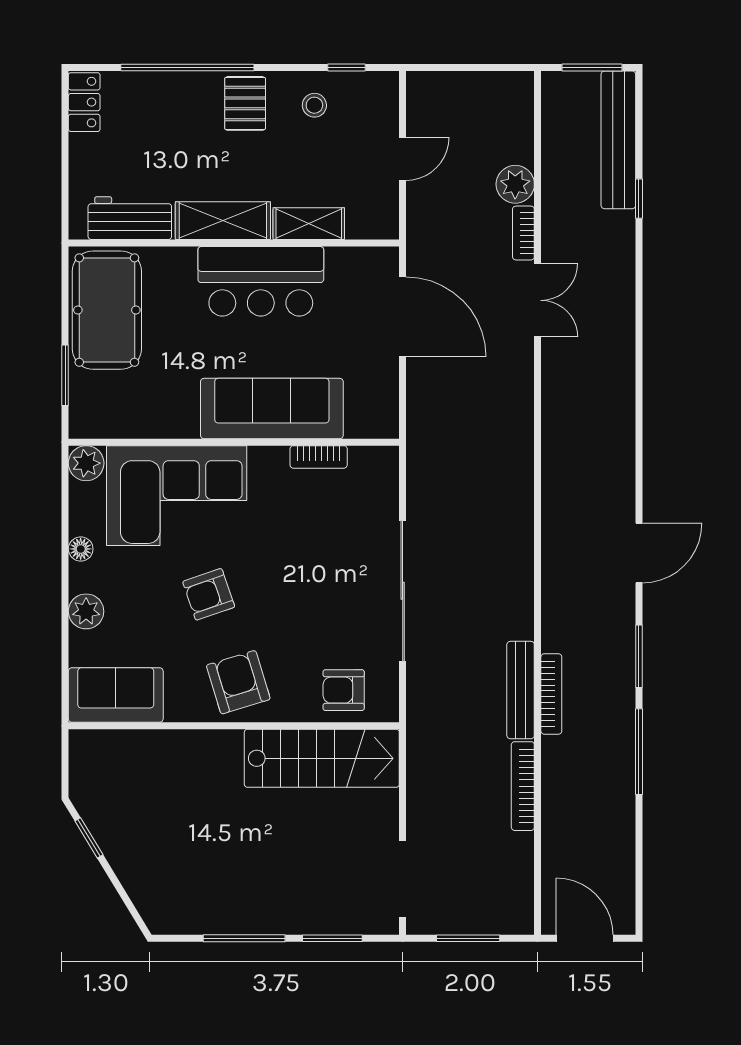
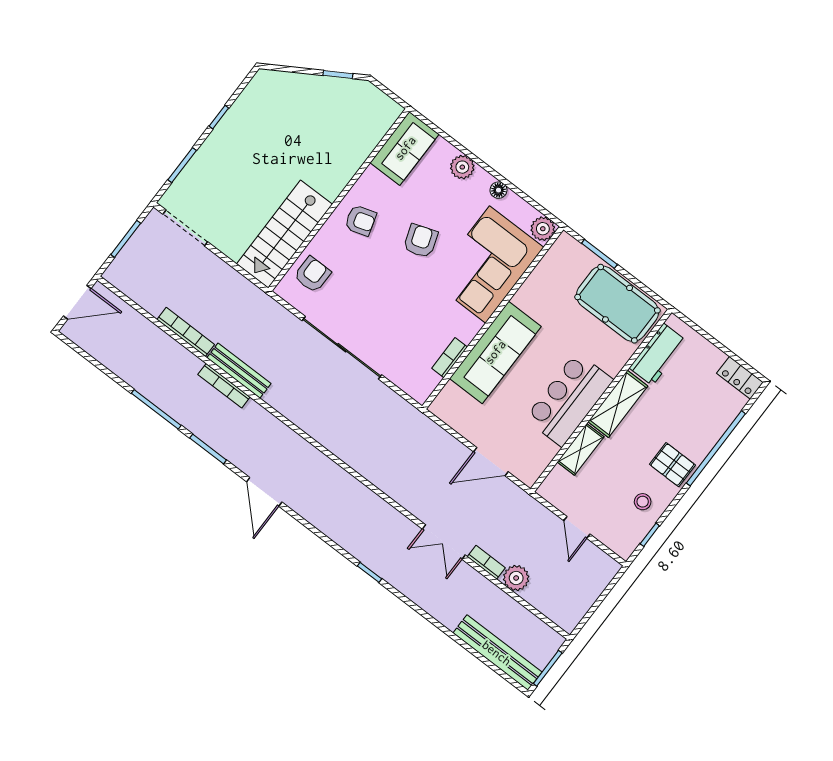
window: (639, 199) -> (369, 572), moved
door: (403, 317) -> (491, 462), width x0.73
armchair: (238, 682) -> (361, 220), width x0.72, depth x0.72
window: (244, 938) -> (219, 117), width x0.46

